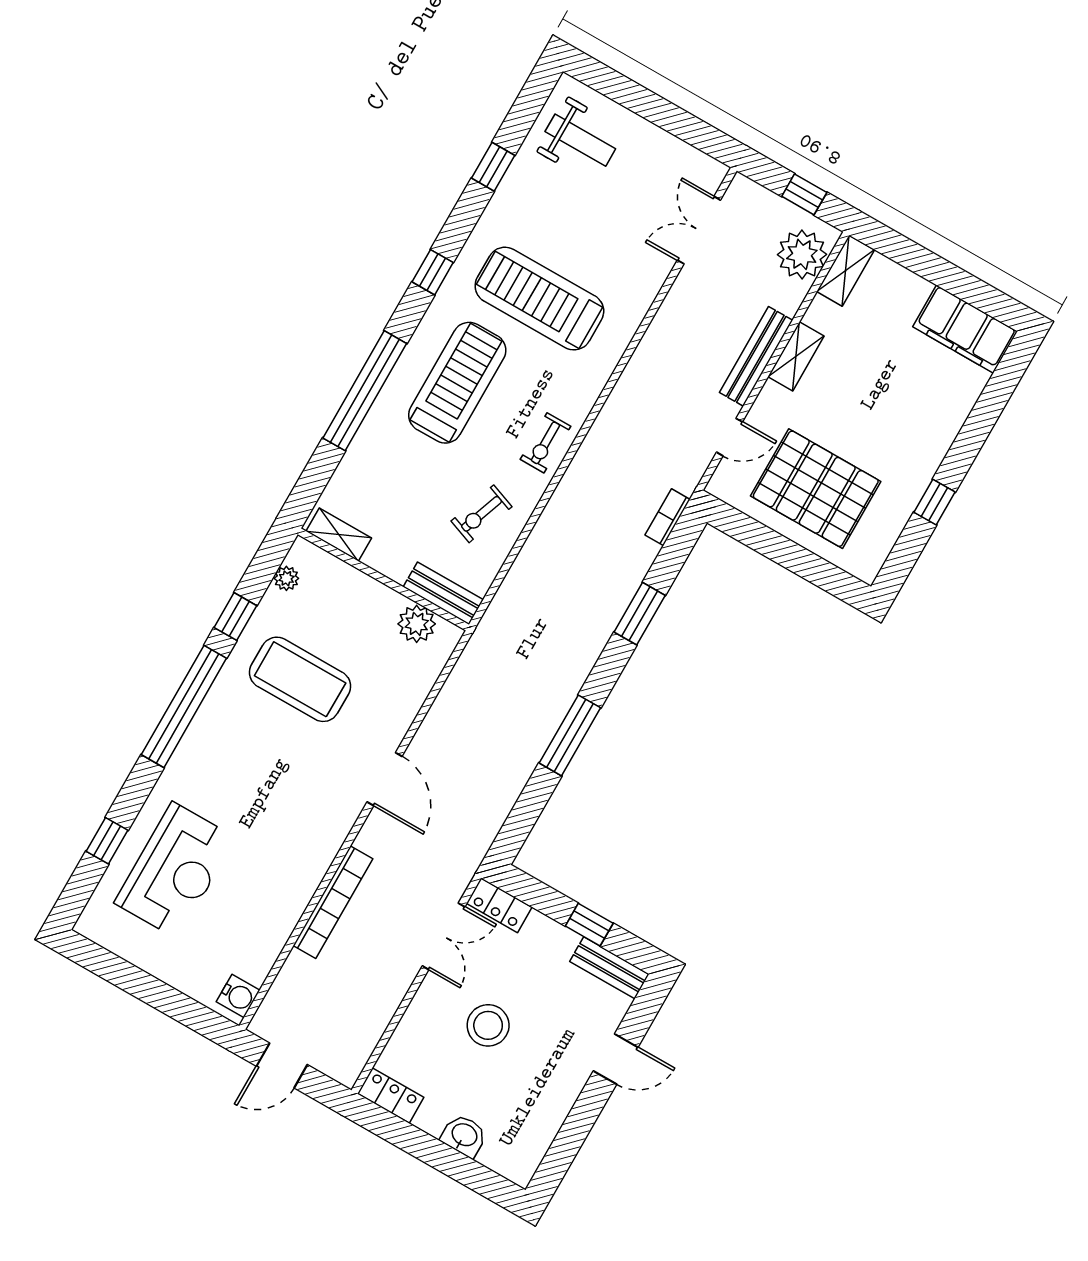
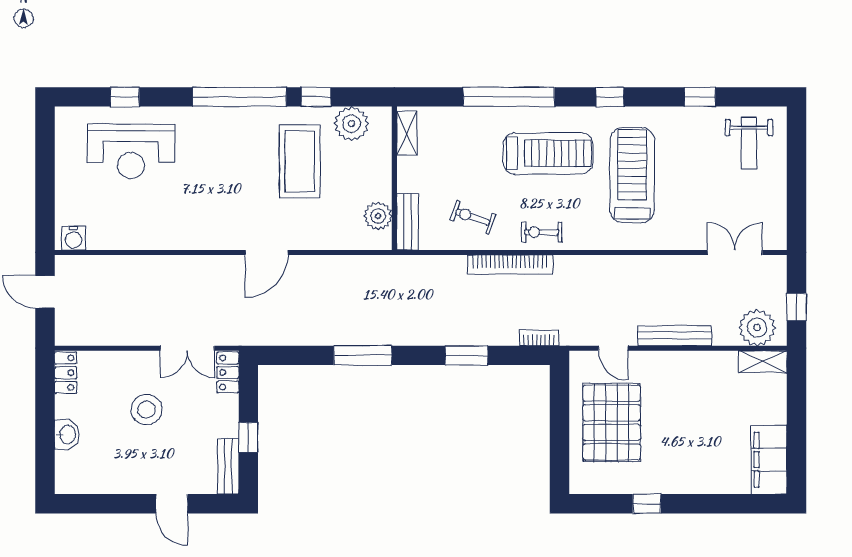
shelving: (796, 356) -> (689, 361), removed
plant: (286, 578) -> (351, 124), width x1.88, depth x1.88
bookcase: (333, 902) -> (510, 265), moved

